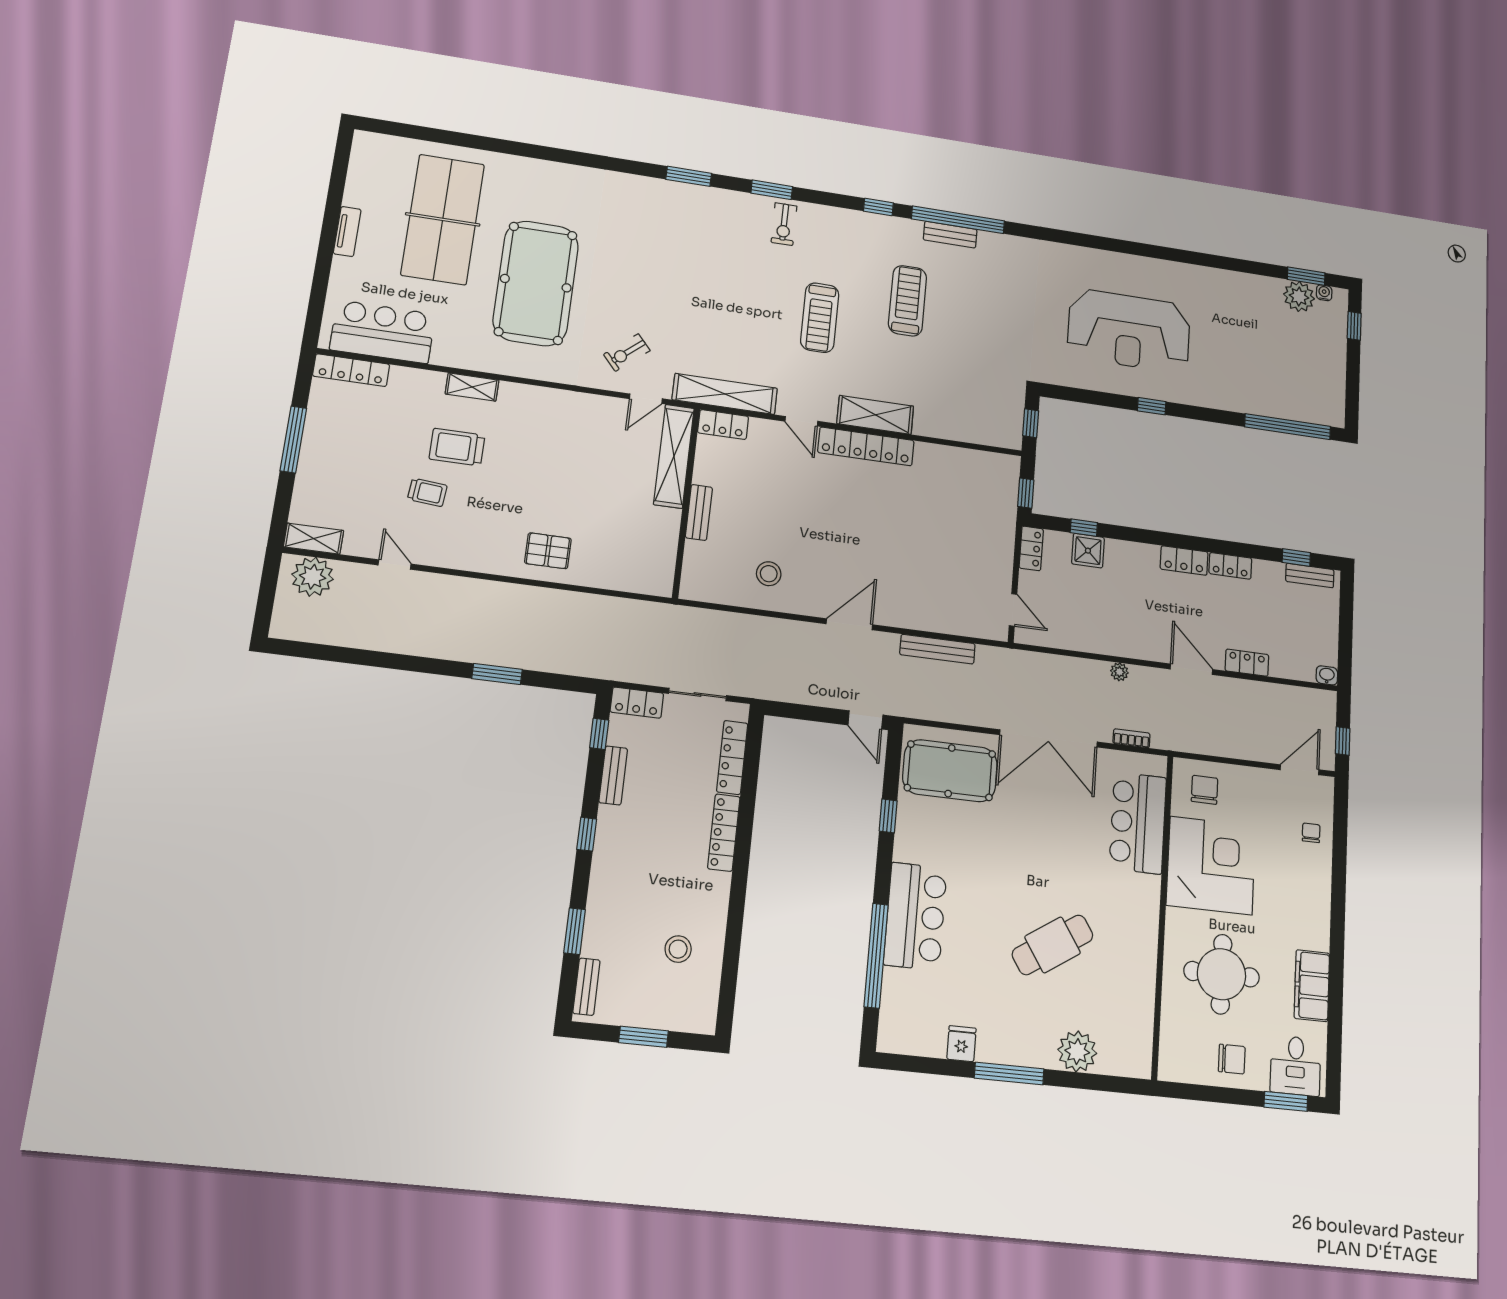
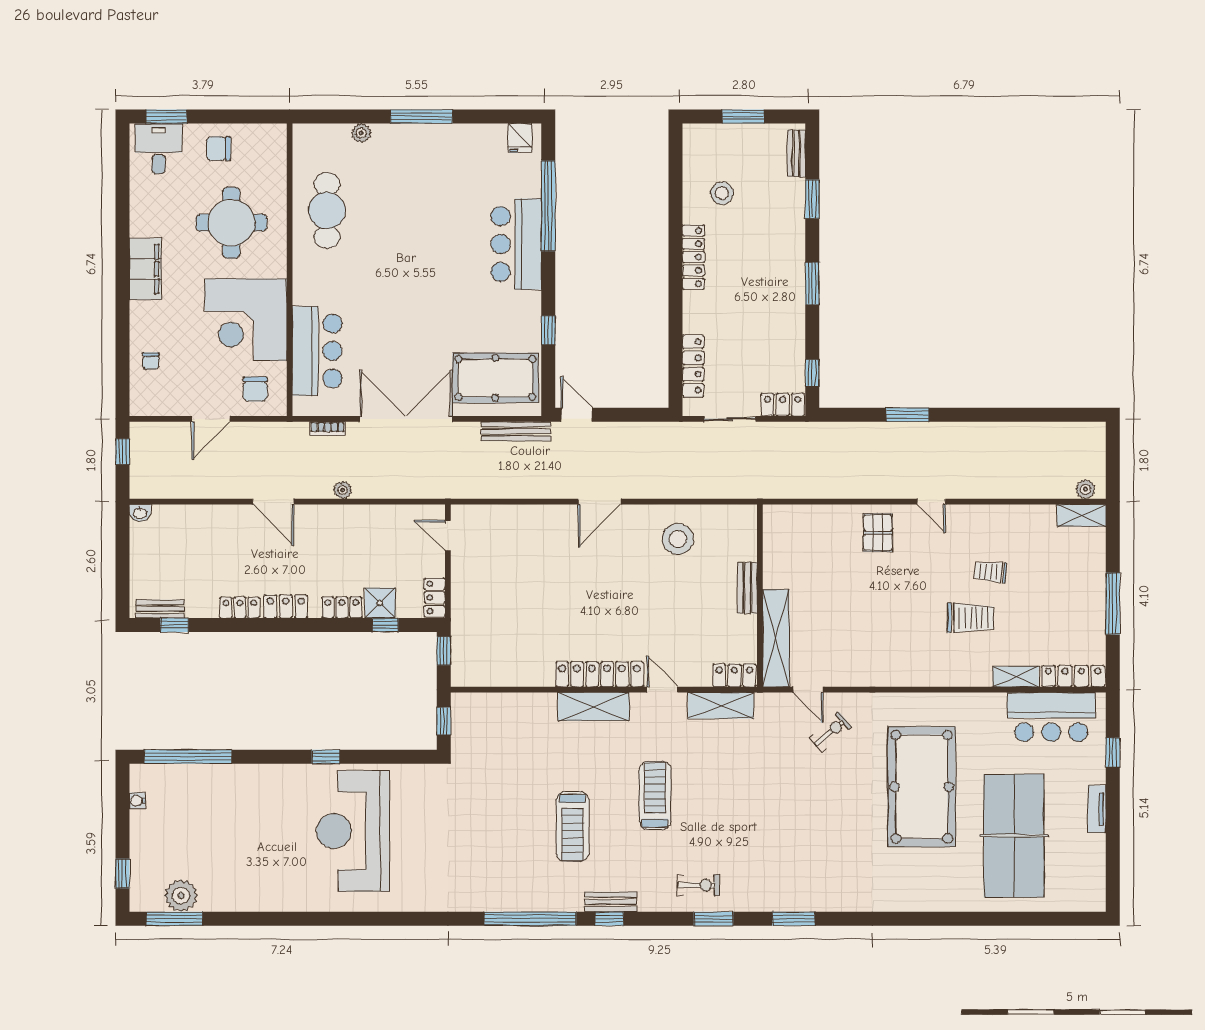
exercise bike: (784, 224) -> (698, 885), turned 90
bench: (950, 235) -> (611, 902), moved
window: (1306, 276) -> (174, 919), width x1.44
window: (320, 286) -> (1113, 752), added
water cooler: (1324, 293) -> (137, 801), moved, turned 90
reception desk: (1129, 331) -> (353, 831), turned -90
shelving: (472, 387) -> (1016, 677), moved
shelving: (725, 394) -> (721, 706), width x0.68
door: (646, 399) -> (808, 690), swing flipped
pallet: (548, 551) -> (878, 533), turned 90
door: (395, 564) -> (931, 502), moved
stool: (769, 574) -> (678, 539), width x1.38, depth x1.38
plant: (313, 577) -> (1085, 489), width x0.53, depth x0.53
bench: (937, 649) -> (516, 431), moved
locker: (1247, 663) -> (342, 607), moved, turned 180
door: (1300, 770) -> (211, 419), moved
bench: (613, 775) -> (796, 337), removed
locker: (724, 833) -> (693, 257), moved
window: (587, 834) -> (812, 283), width x1.50
cafe table: (1053, 945) -> (327, 210), moved, turned -57
filing cabinet: (1312, 986) -> (145, 269), moved
fridge: (961, 1044) -> (520, 138), moved
plant: (1077, 1051) -> (361, 133), width x0.53, depth x0.53

